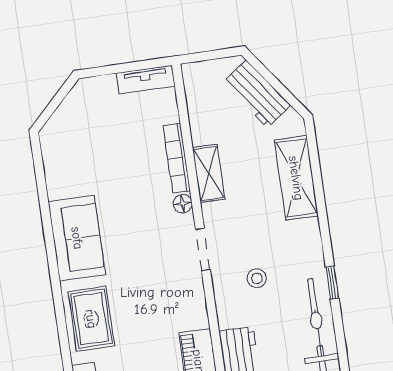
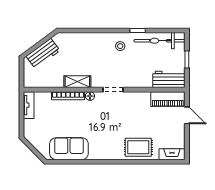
shelving: (296, 178) -> (86, 40), removed
sofa: (77, 238) -> (69, 149), moved
stool: (257, 278) -> (120, 46), moved

